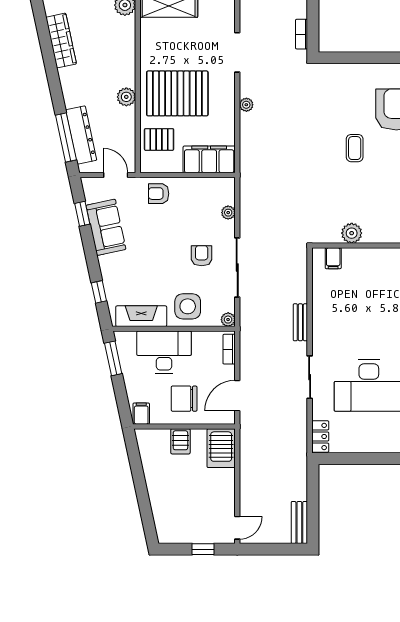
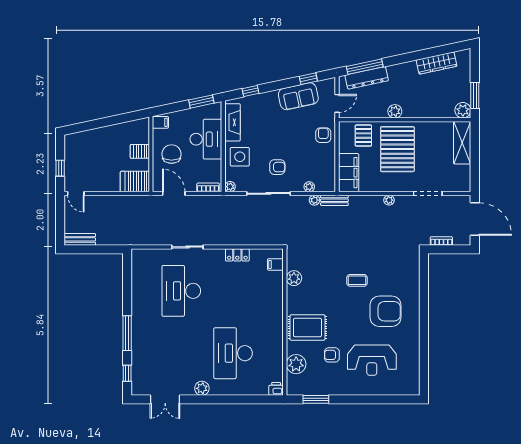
plant: (246, 205) -> (314, 200), added
bench: (300, 322) -> (334, 200), moved
locker: (320, 436) -> (237, 255), moved

